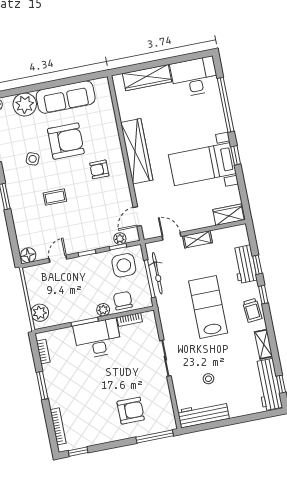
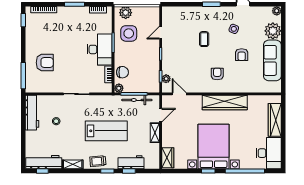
armchair: (66, 141) -> (242, 55), width x0.53, depth x0.53
bed with nightstands: (202, 164) -> (214, 147), width x1.36
floor lamp: (28, 255) -> (167, 13), removed
door: (58, 259) -> (161, 33), swing flipped
side table: (124, 265) -> (129, 33), moved
plant: (103, 310) -> (119, 88), moved
armchair: (131, 411) -> (45, 63), turned -90

